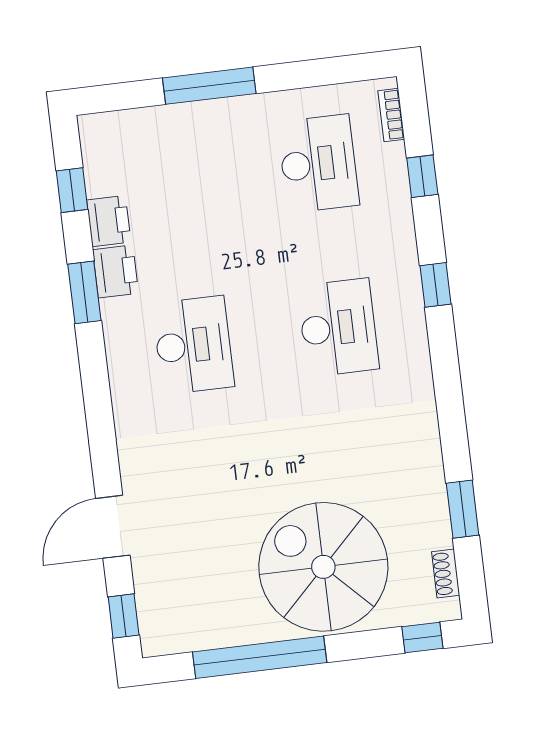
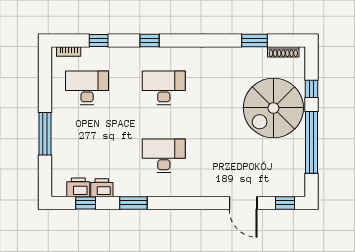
printer: (116, 271) -> (78, 187), moved
shoe rack: (446, 574) -> (283, 52), width x1.43
window: (422, 638) -> (312, 89), moved

